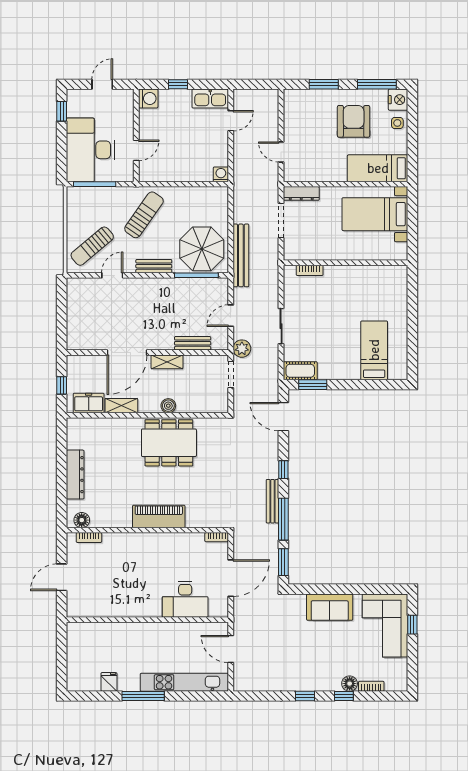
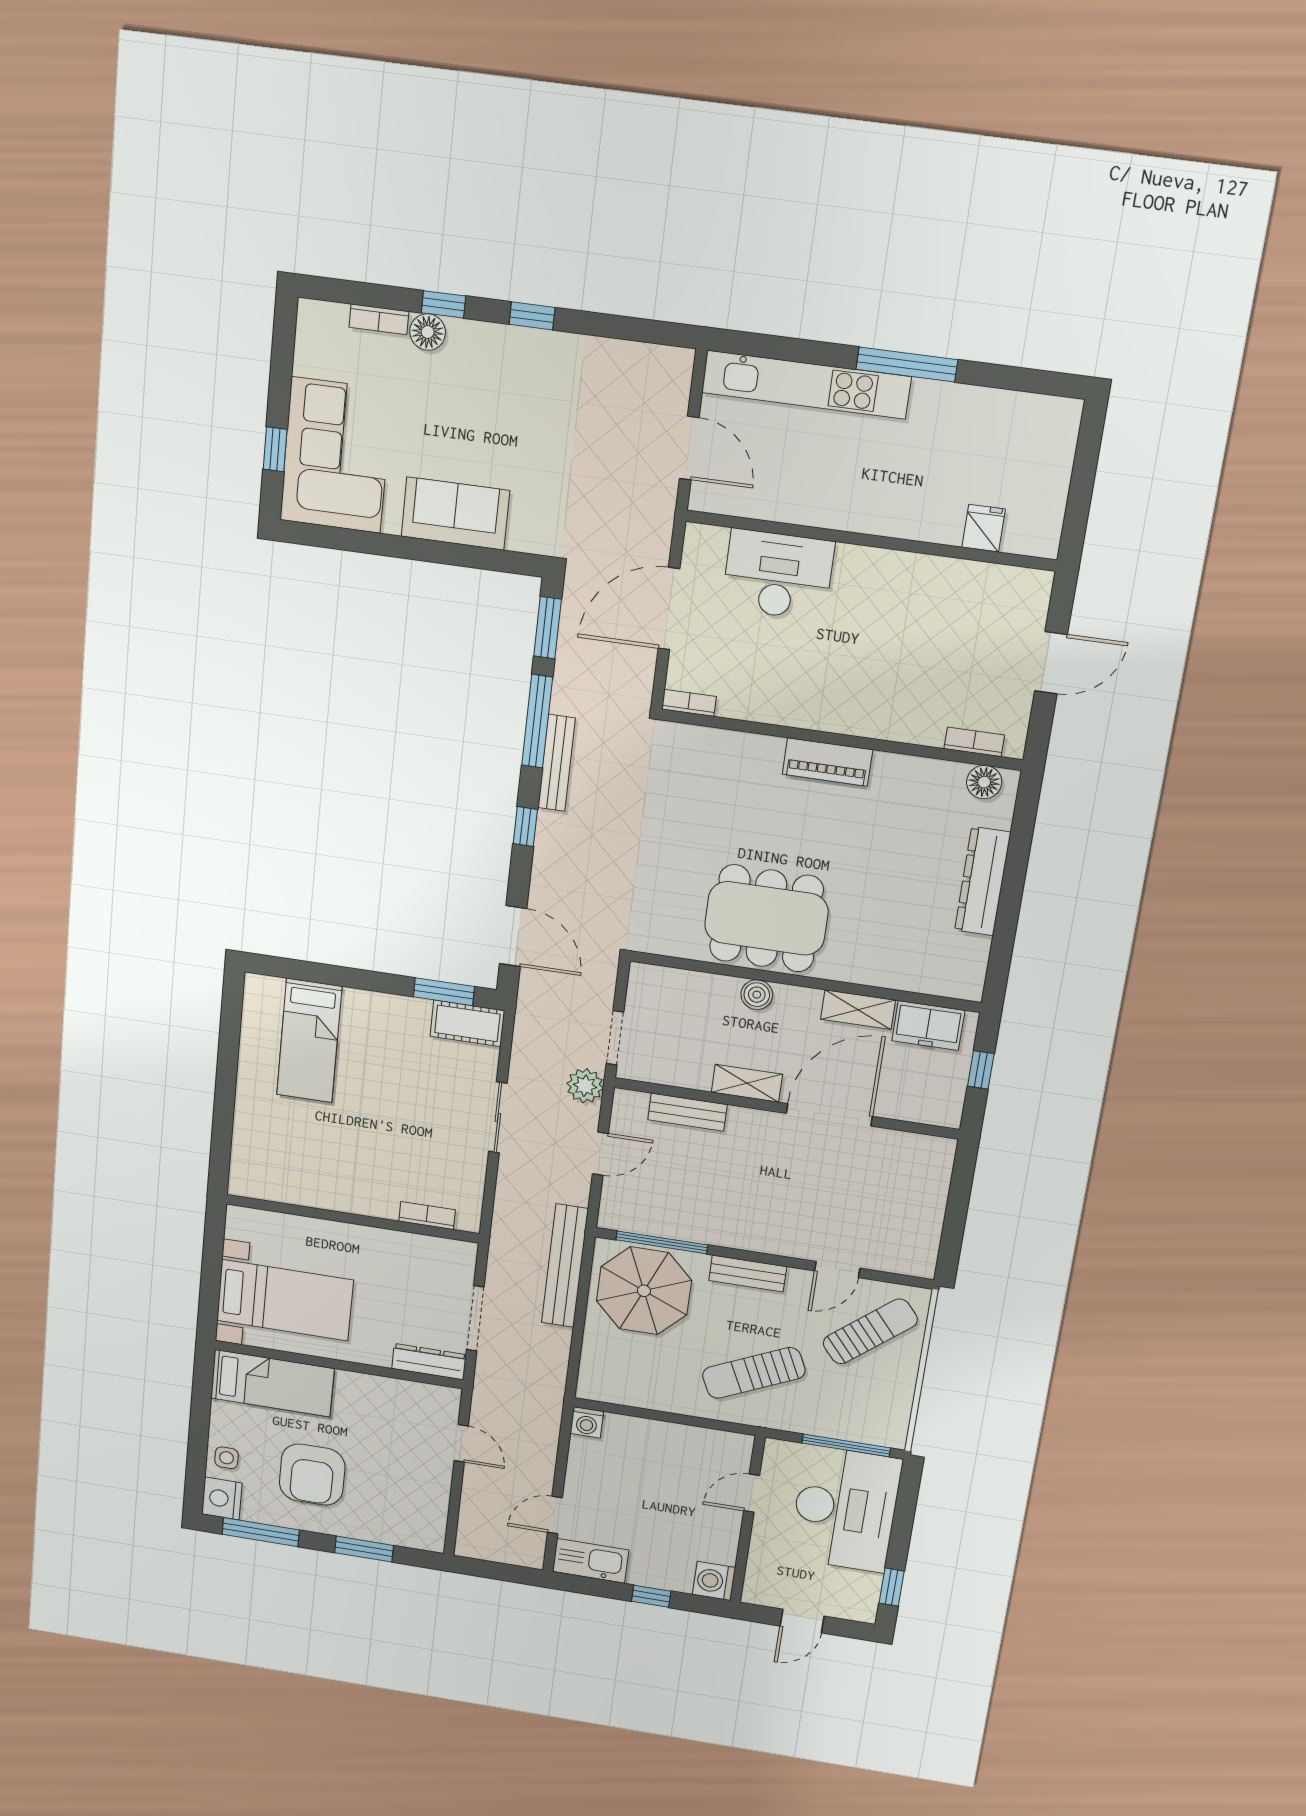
sun lounger: (144, 215) -> (754, 1373), turned 30
piano: (159, 516) -> (827, 762), width x0.73, depth x0.75
fridge: (109, 682) -> (984, 528), moved, turned 180

